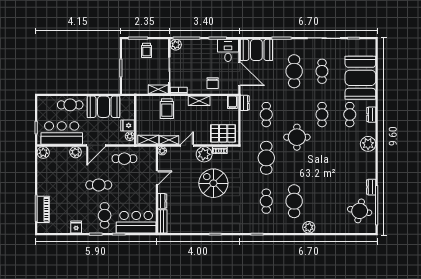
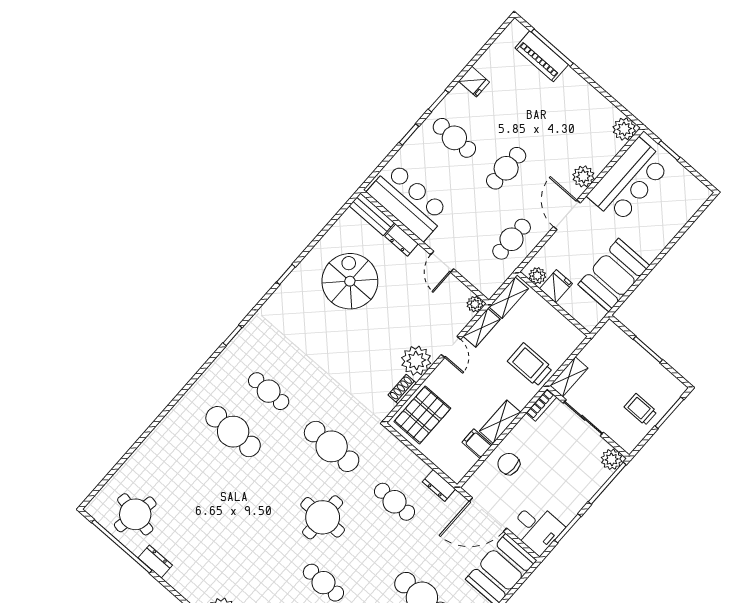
filing cabinet: (232, 102) -> (477, 444), moved
cafe table: (70, 105) -> (659, 229), removed
spiral stairs: (213, 183) -> (350, 281), moved, turned -90
bar counter: (136, 222) -> (408, 201), moved, turned -90
plant: (309, 227) -> (176, 420), removed

